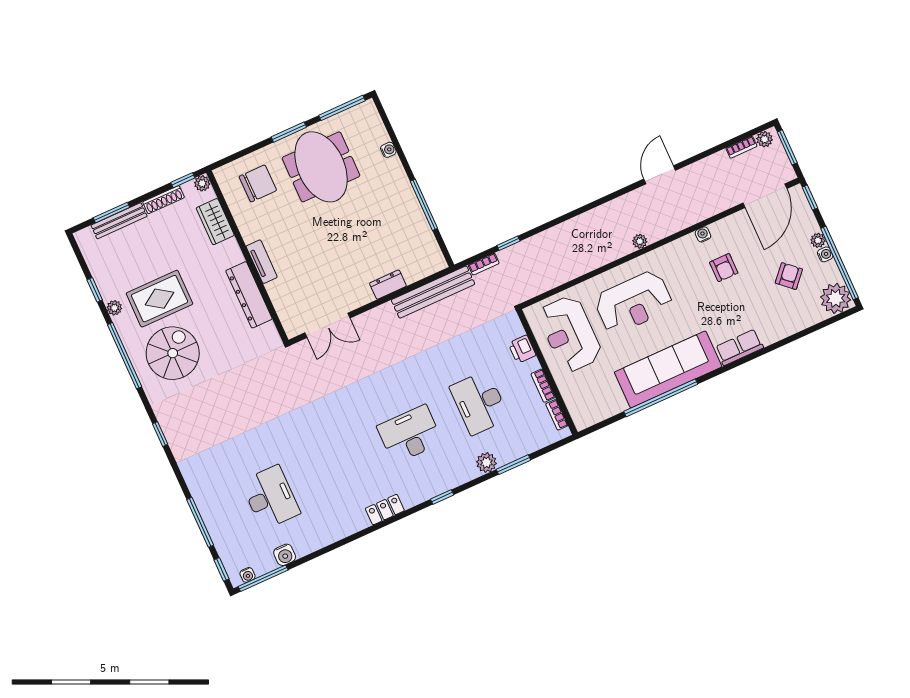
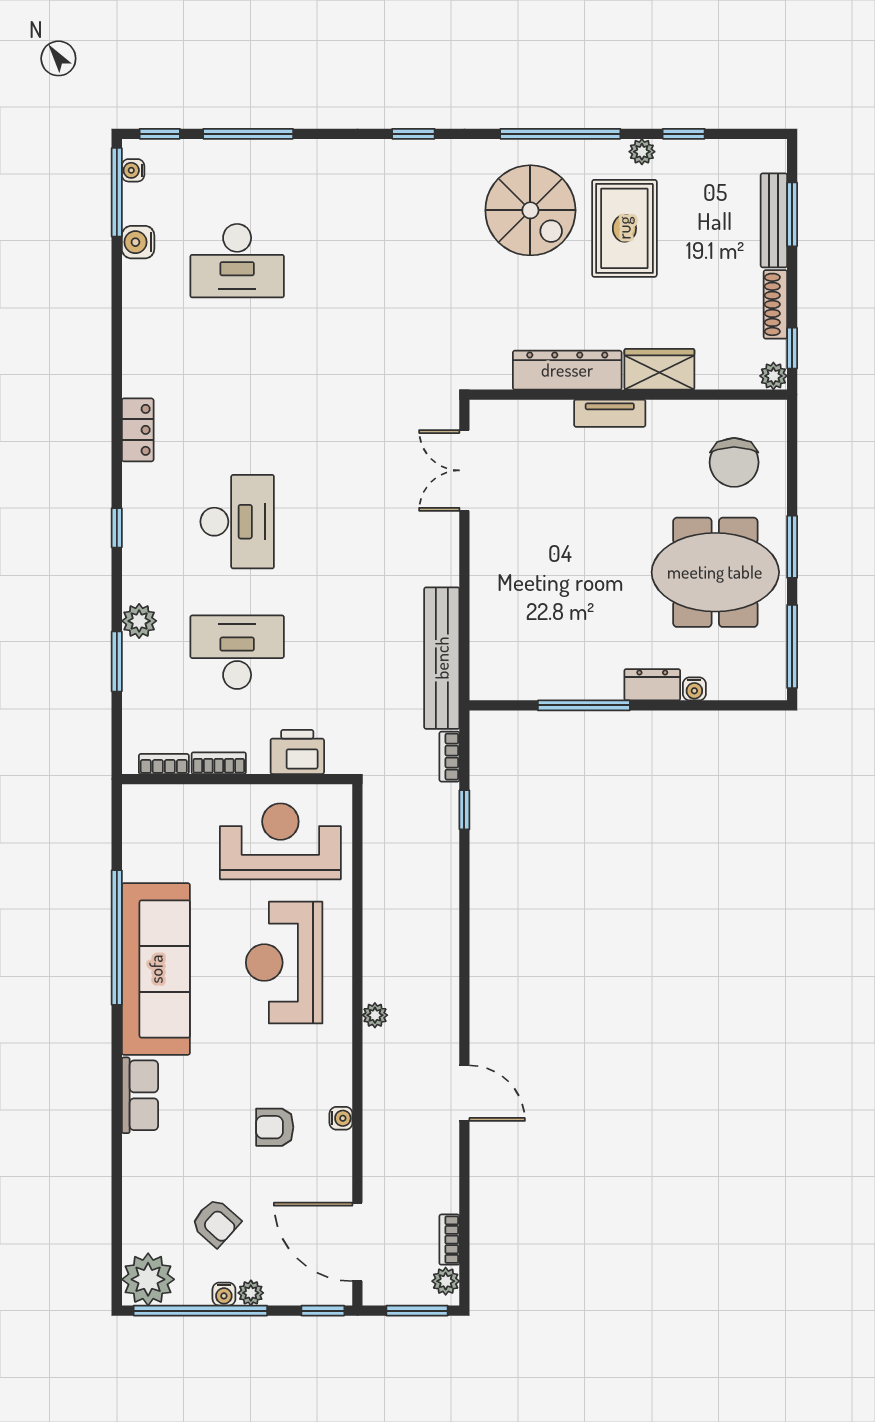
wardrobe: (215, 222) -> (659, 369), moved
dresser: (388, 285) -> (652, 685), moved, turned -90
printer: (522, 349) -> (297, 752), width x1.36, depth x1.24

